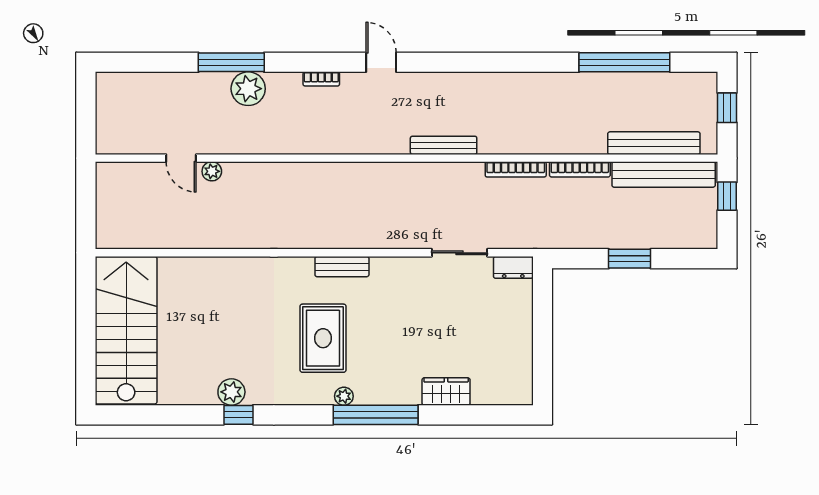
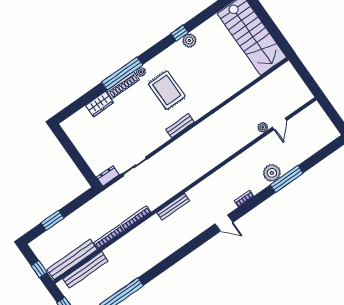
door: (181, 158) -> (280, 124), swing flipped
window: (630, 259) -> (52, 220), moved
shoe rack: (387, 395) -> (123, 85), added

